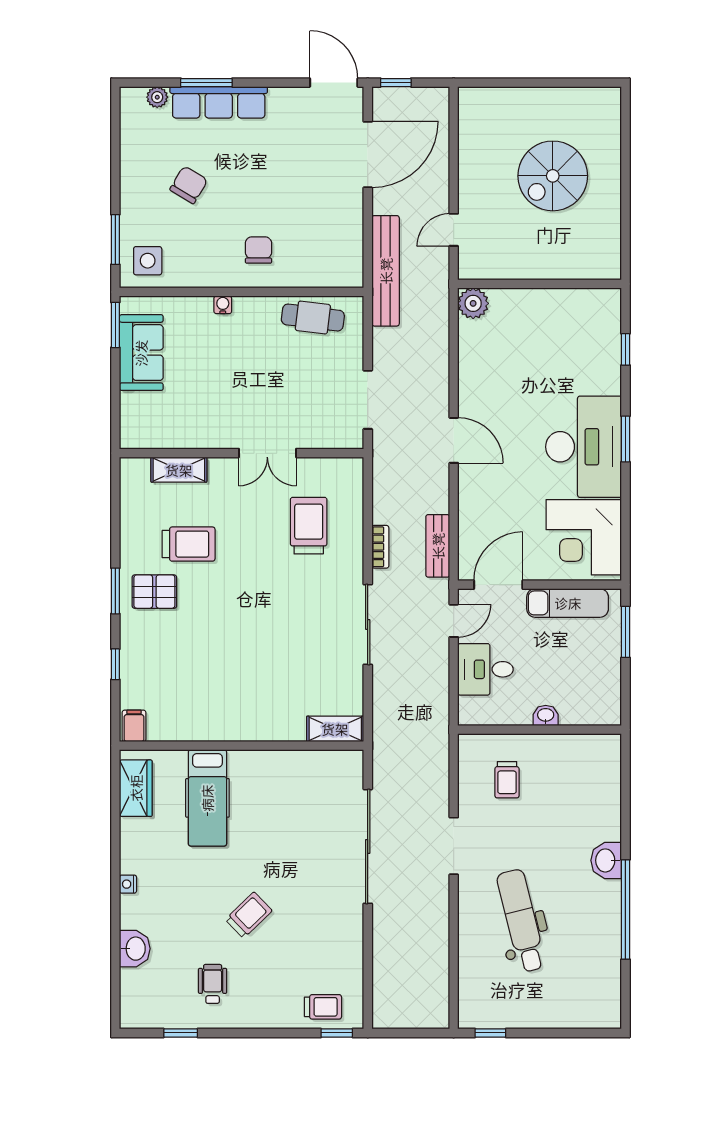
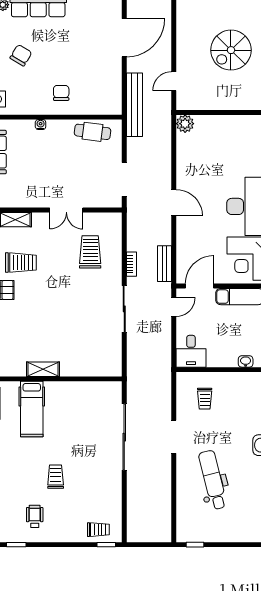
desk: (485, 669) -> (191, 351), moved, turned -90
washbasin: (546, 715) -> (246, 361), moved
shelving: (335, 729) -> (43, 369), moved
trolley: (249, 915) -> (56, 477), turned -46

